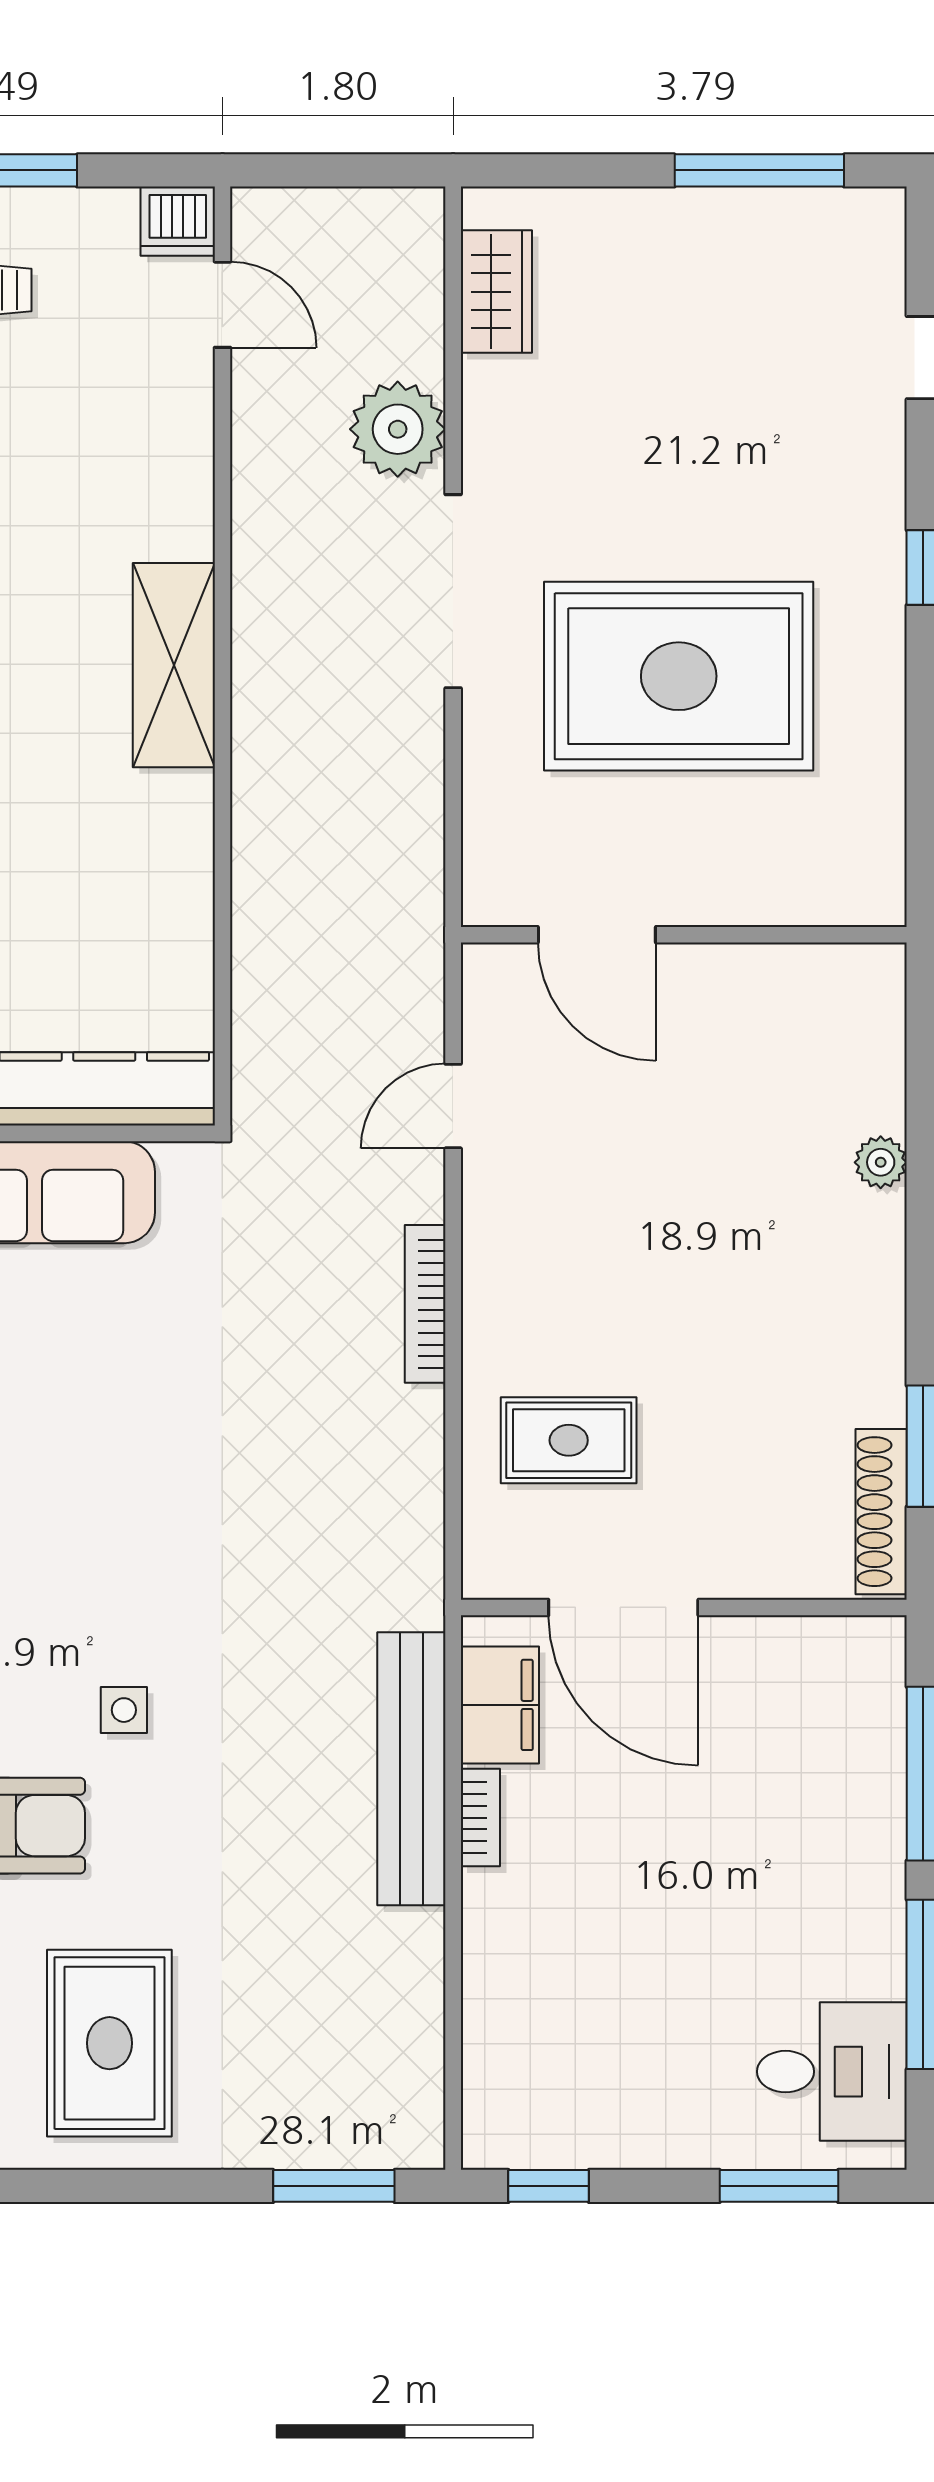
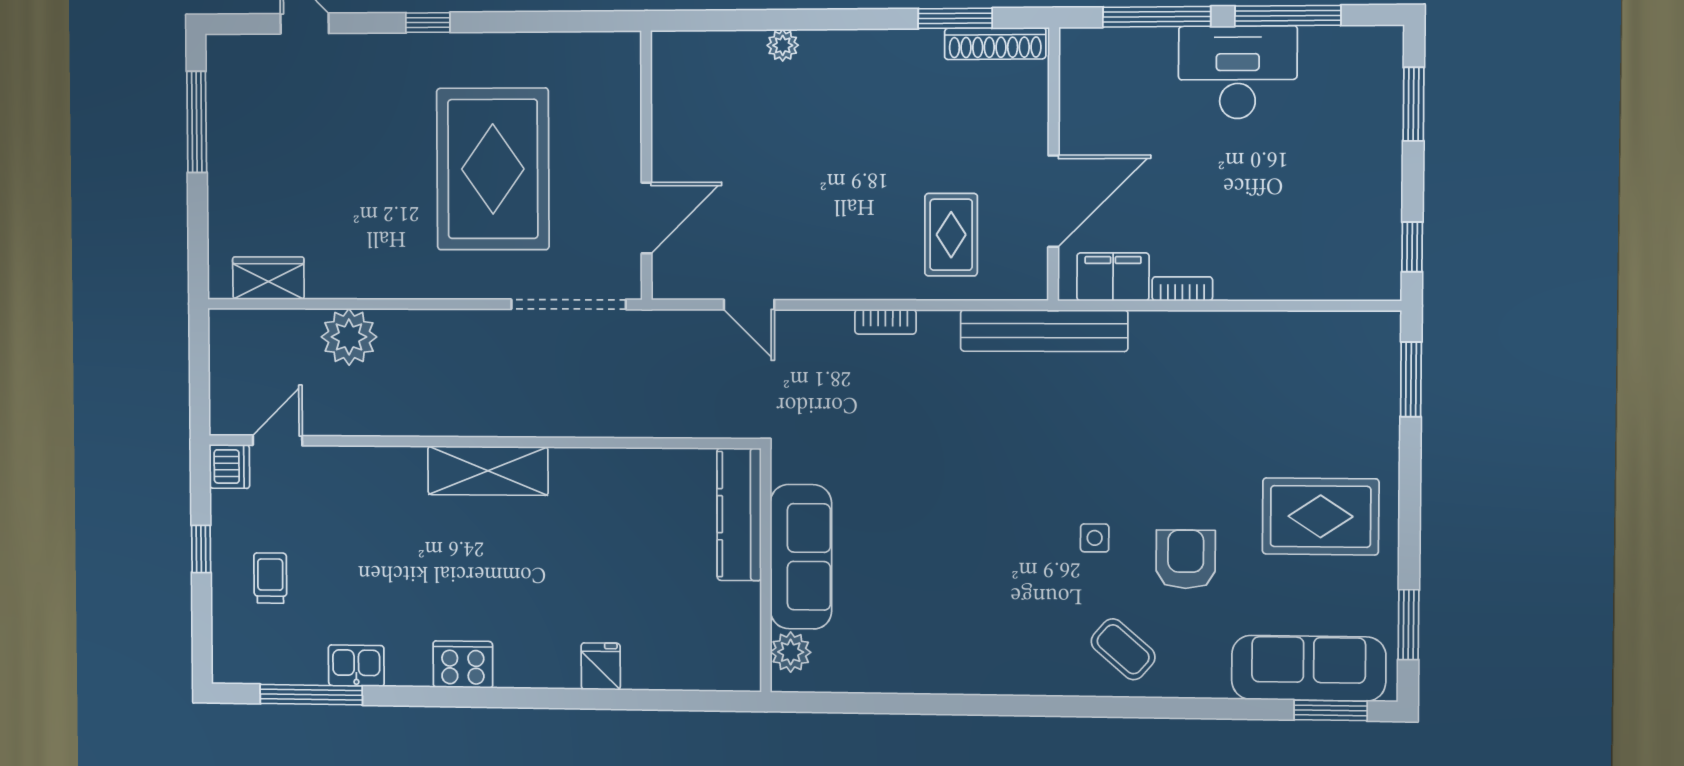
doorway: (453, 591) -> (568, 304), moved
bookcase: (425, 1304) -> (885, 322), width x0.64
side table: (124, 1710) -> (1095, 538), moved
bench: (411, 1769) -> (1044, 331), moved
desk: (832, 2072) -> (1238, 72), moved, width x1.37

